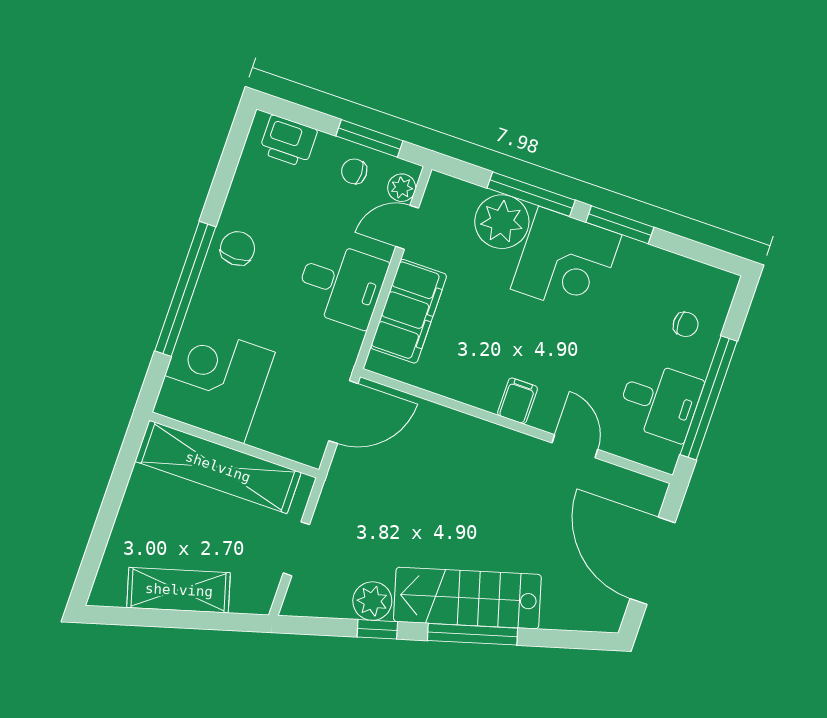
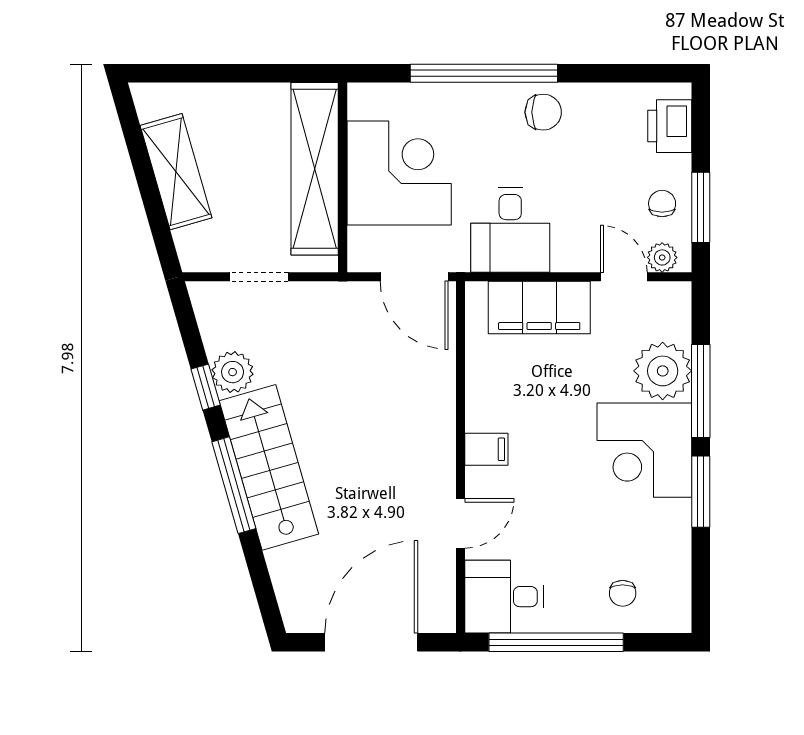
desk: (341, 284) -> (510, 230), moved
corner desk: (214, 382) -> (399, 173), moved
desk: (660, 401) -> (504, 597), moved, turned 90

